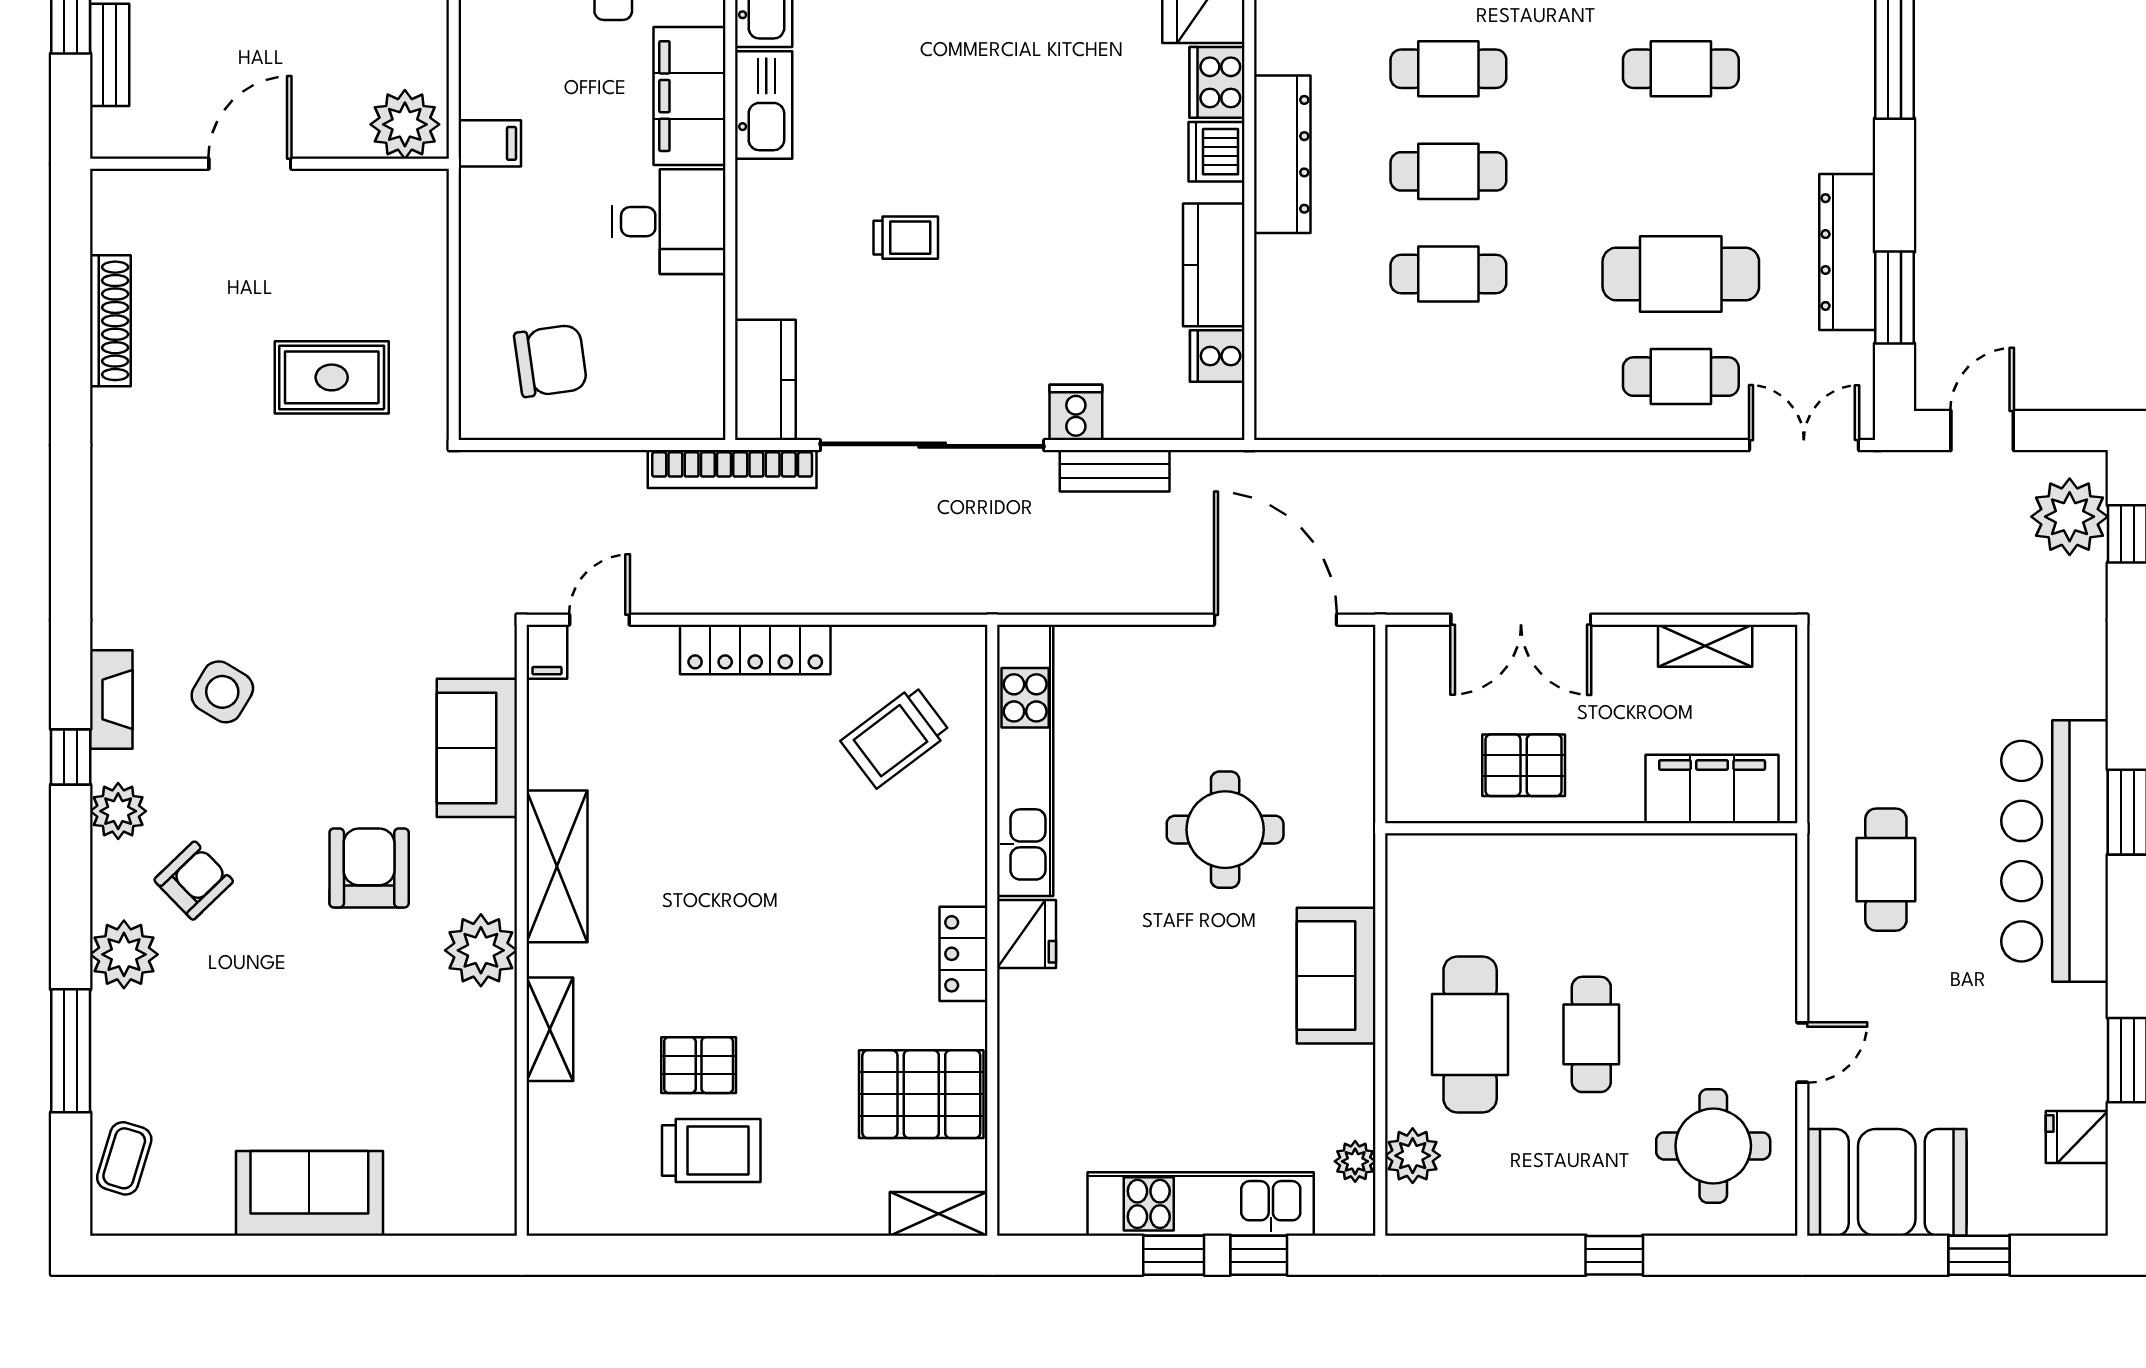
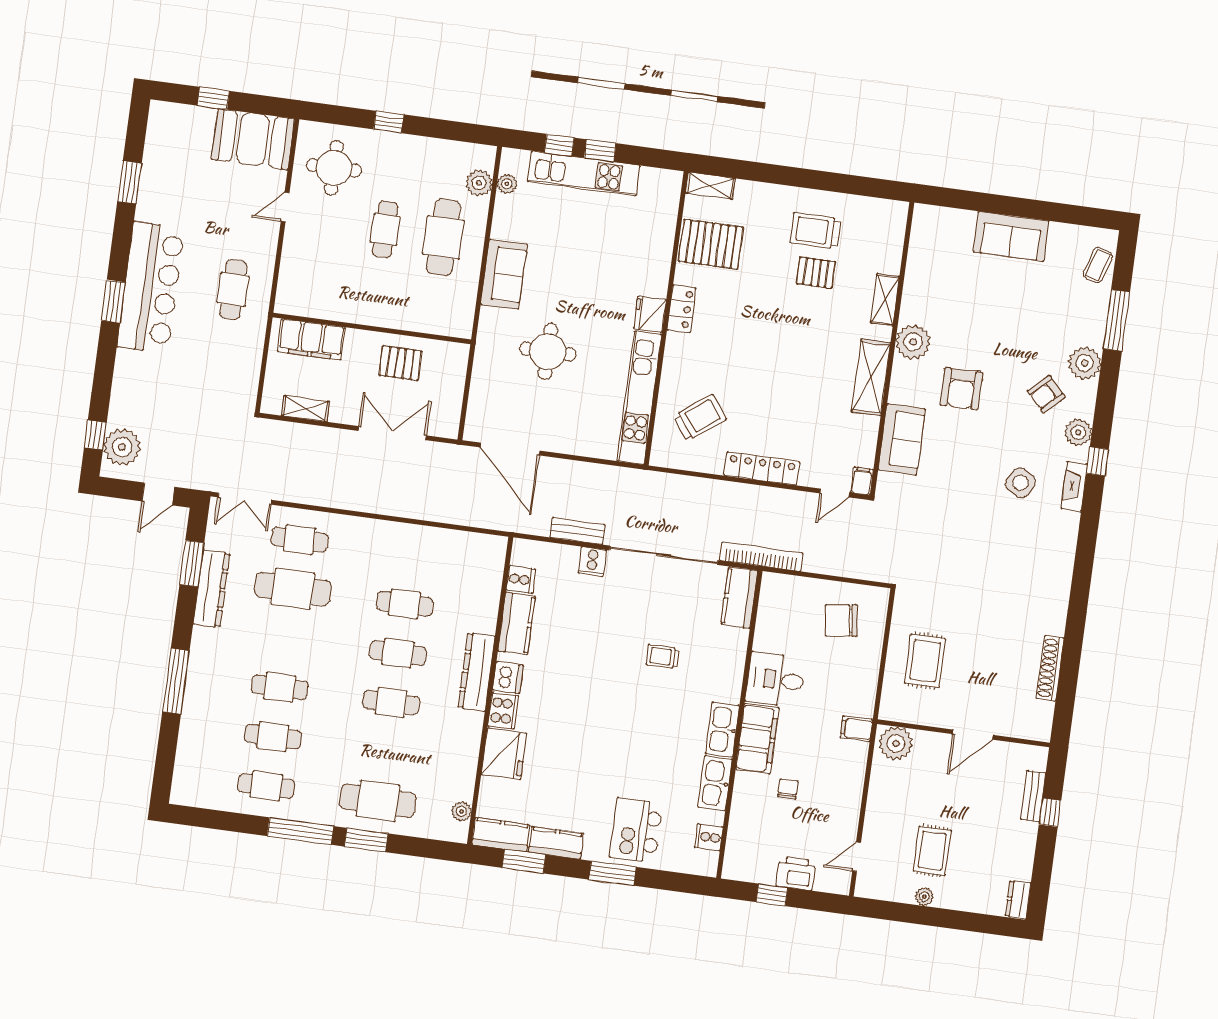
rug: (332, 377) -> (925, 661), moved, turned 90
fridge: (2077, 1137) -> (159, 149), removed

